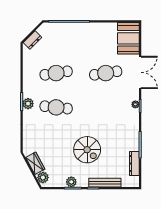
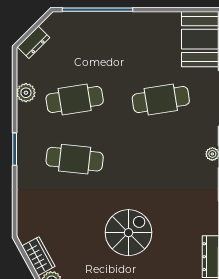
plant: (28, 104) -> (26, 93), moved
spiral stairs: (87, 150) -> (128, 233), turned -90

